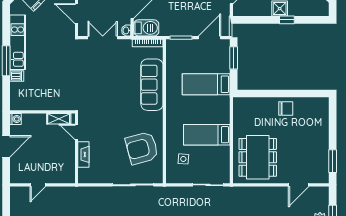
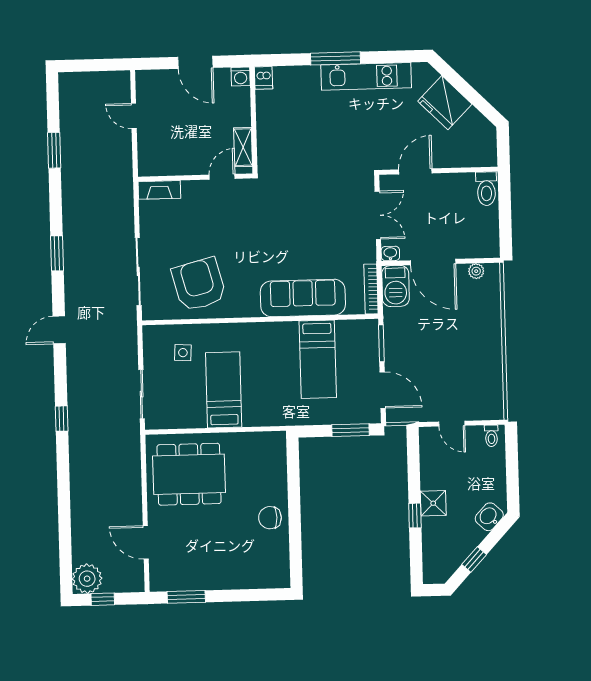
dishwasher: (17, 76) -> (263, 78), moved
bed: (206, 84) -> (318, 359), moved, turned 180
chair: (286, 109) -> (270, 518), turned 90
fireplace: (83, 154) -> (159, 190), moved

